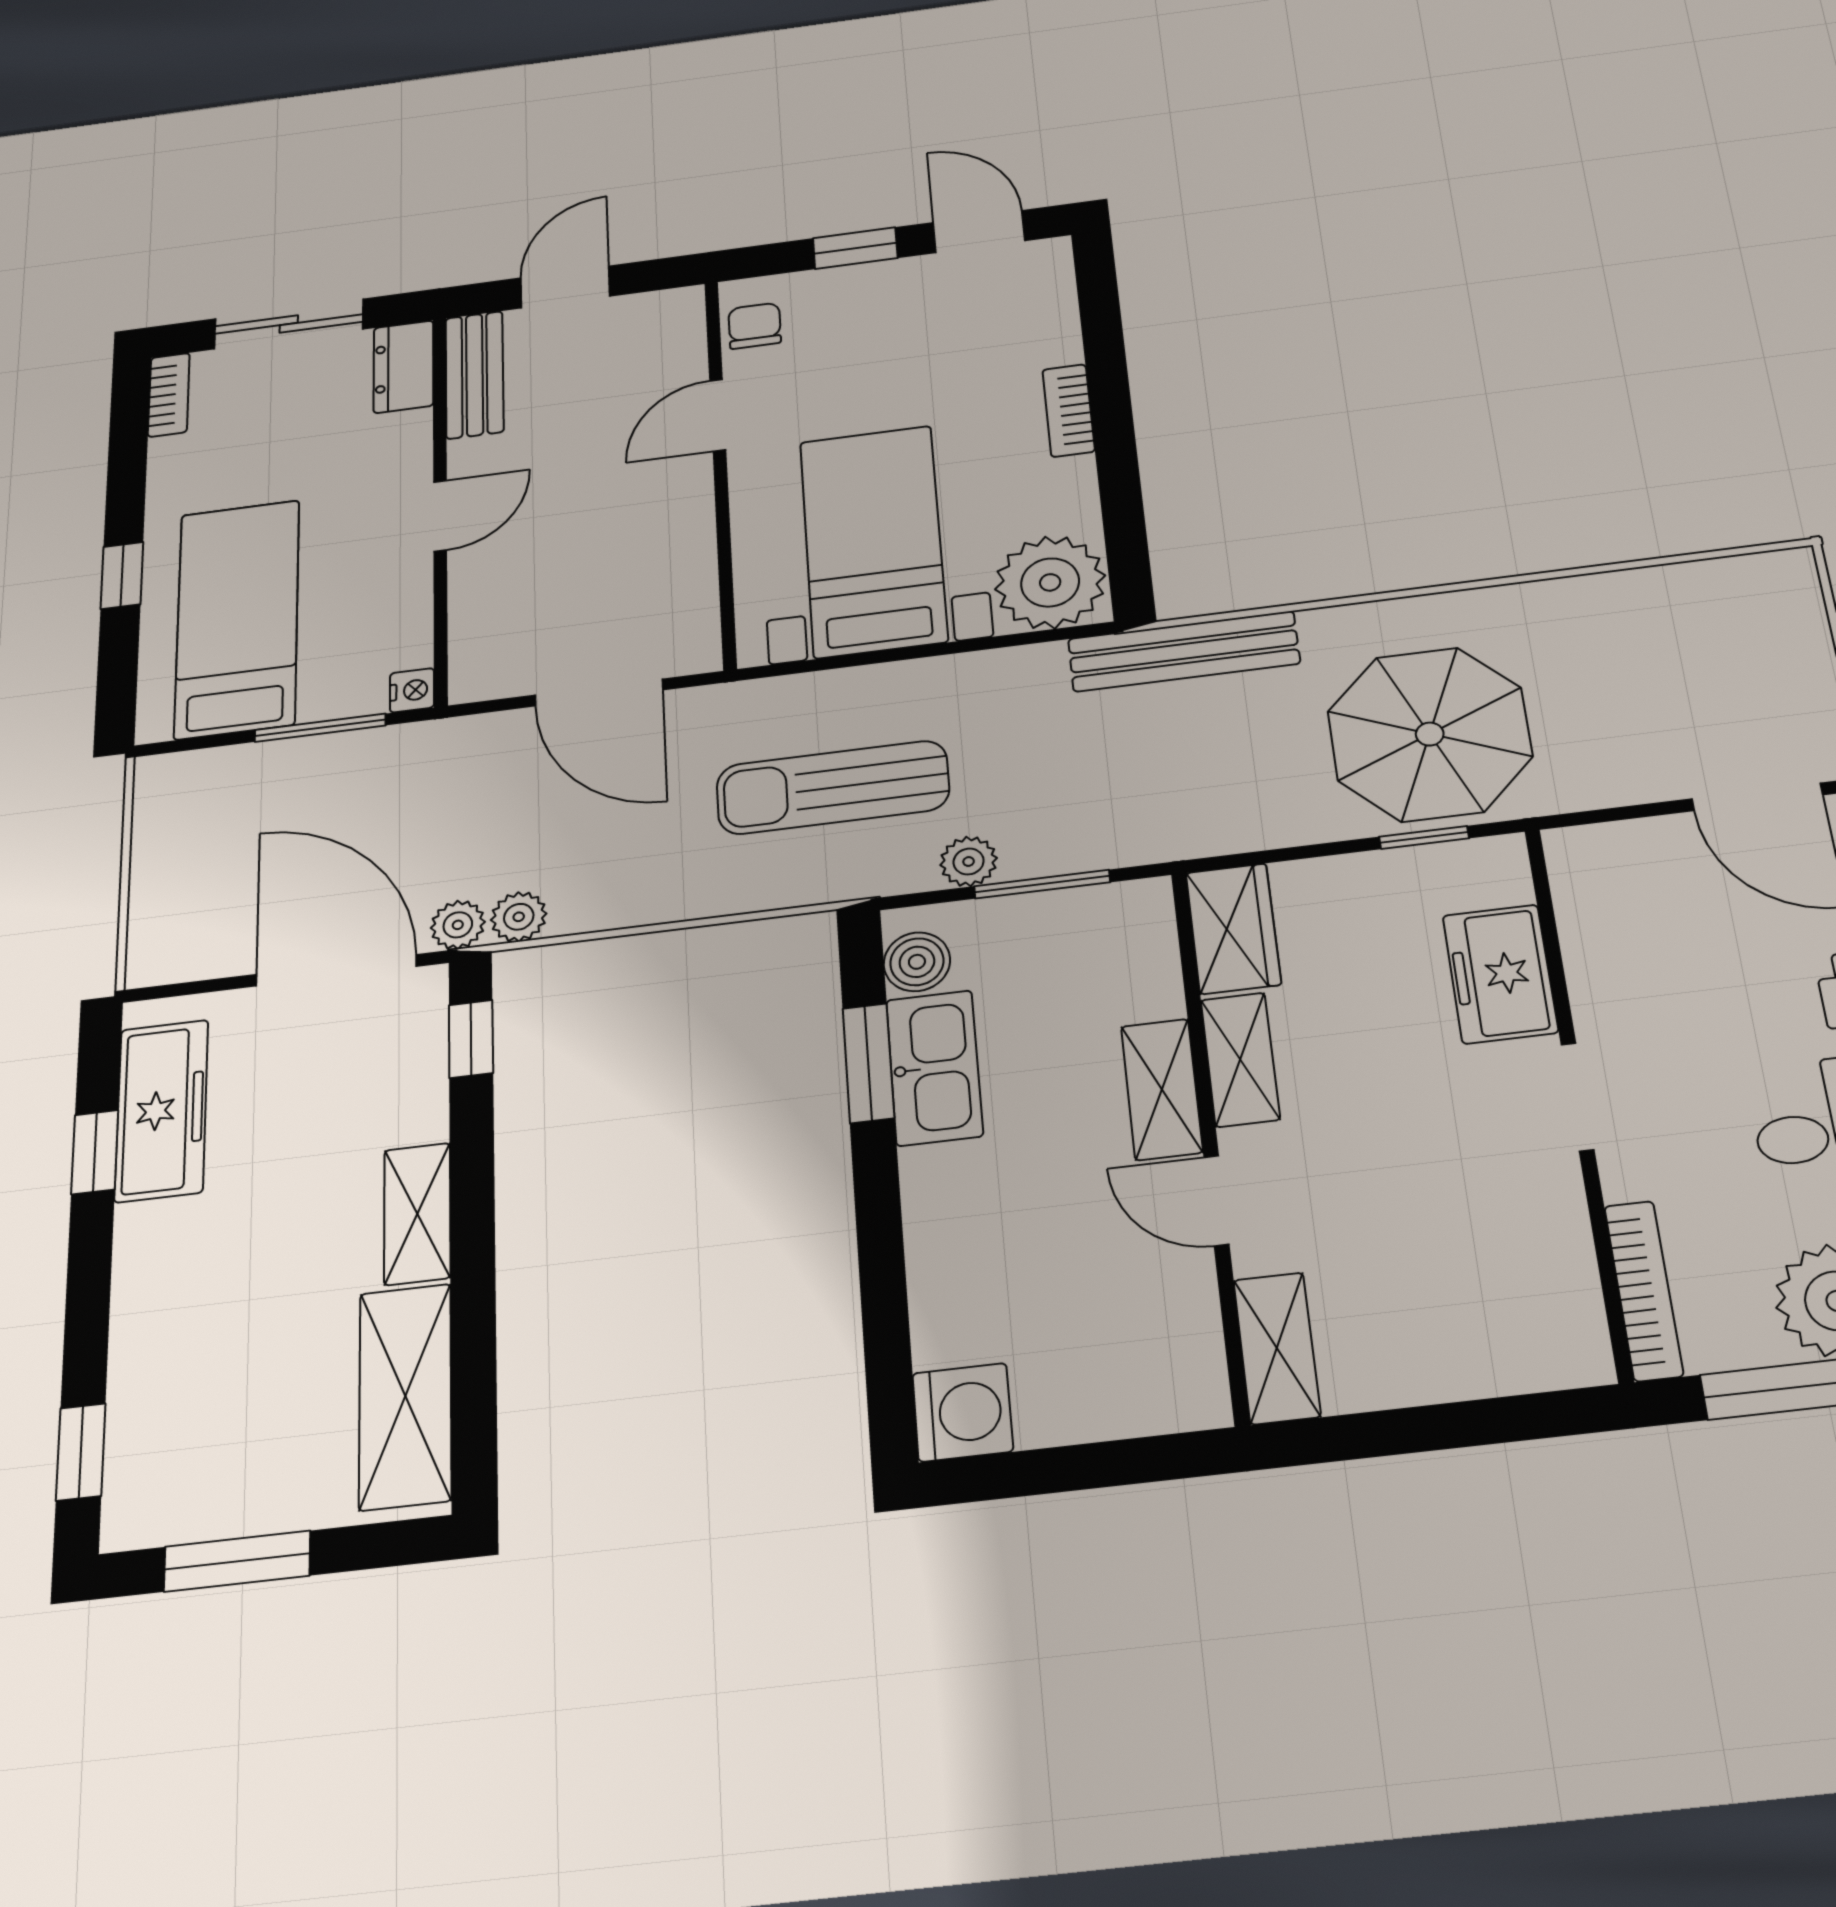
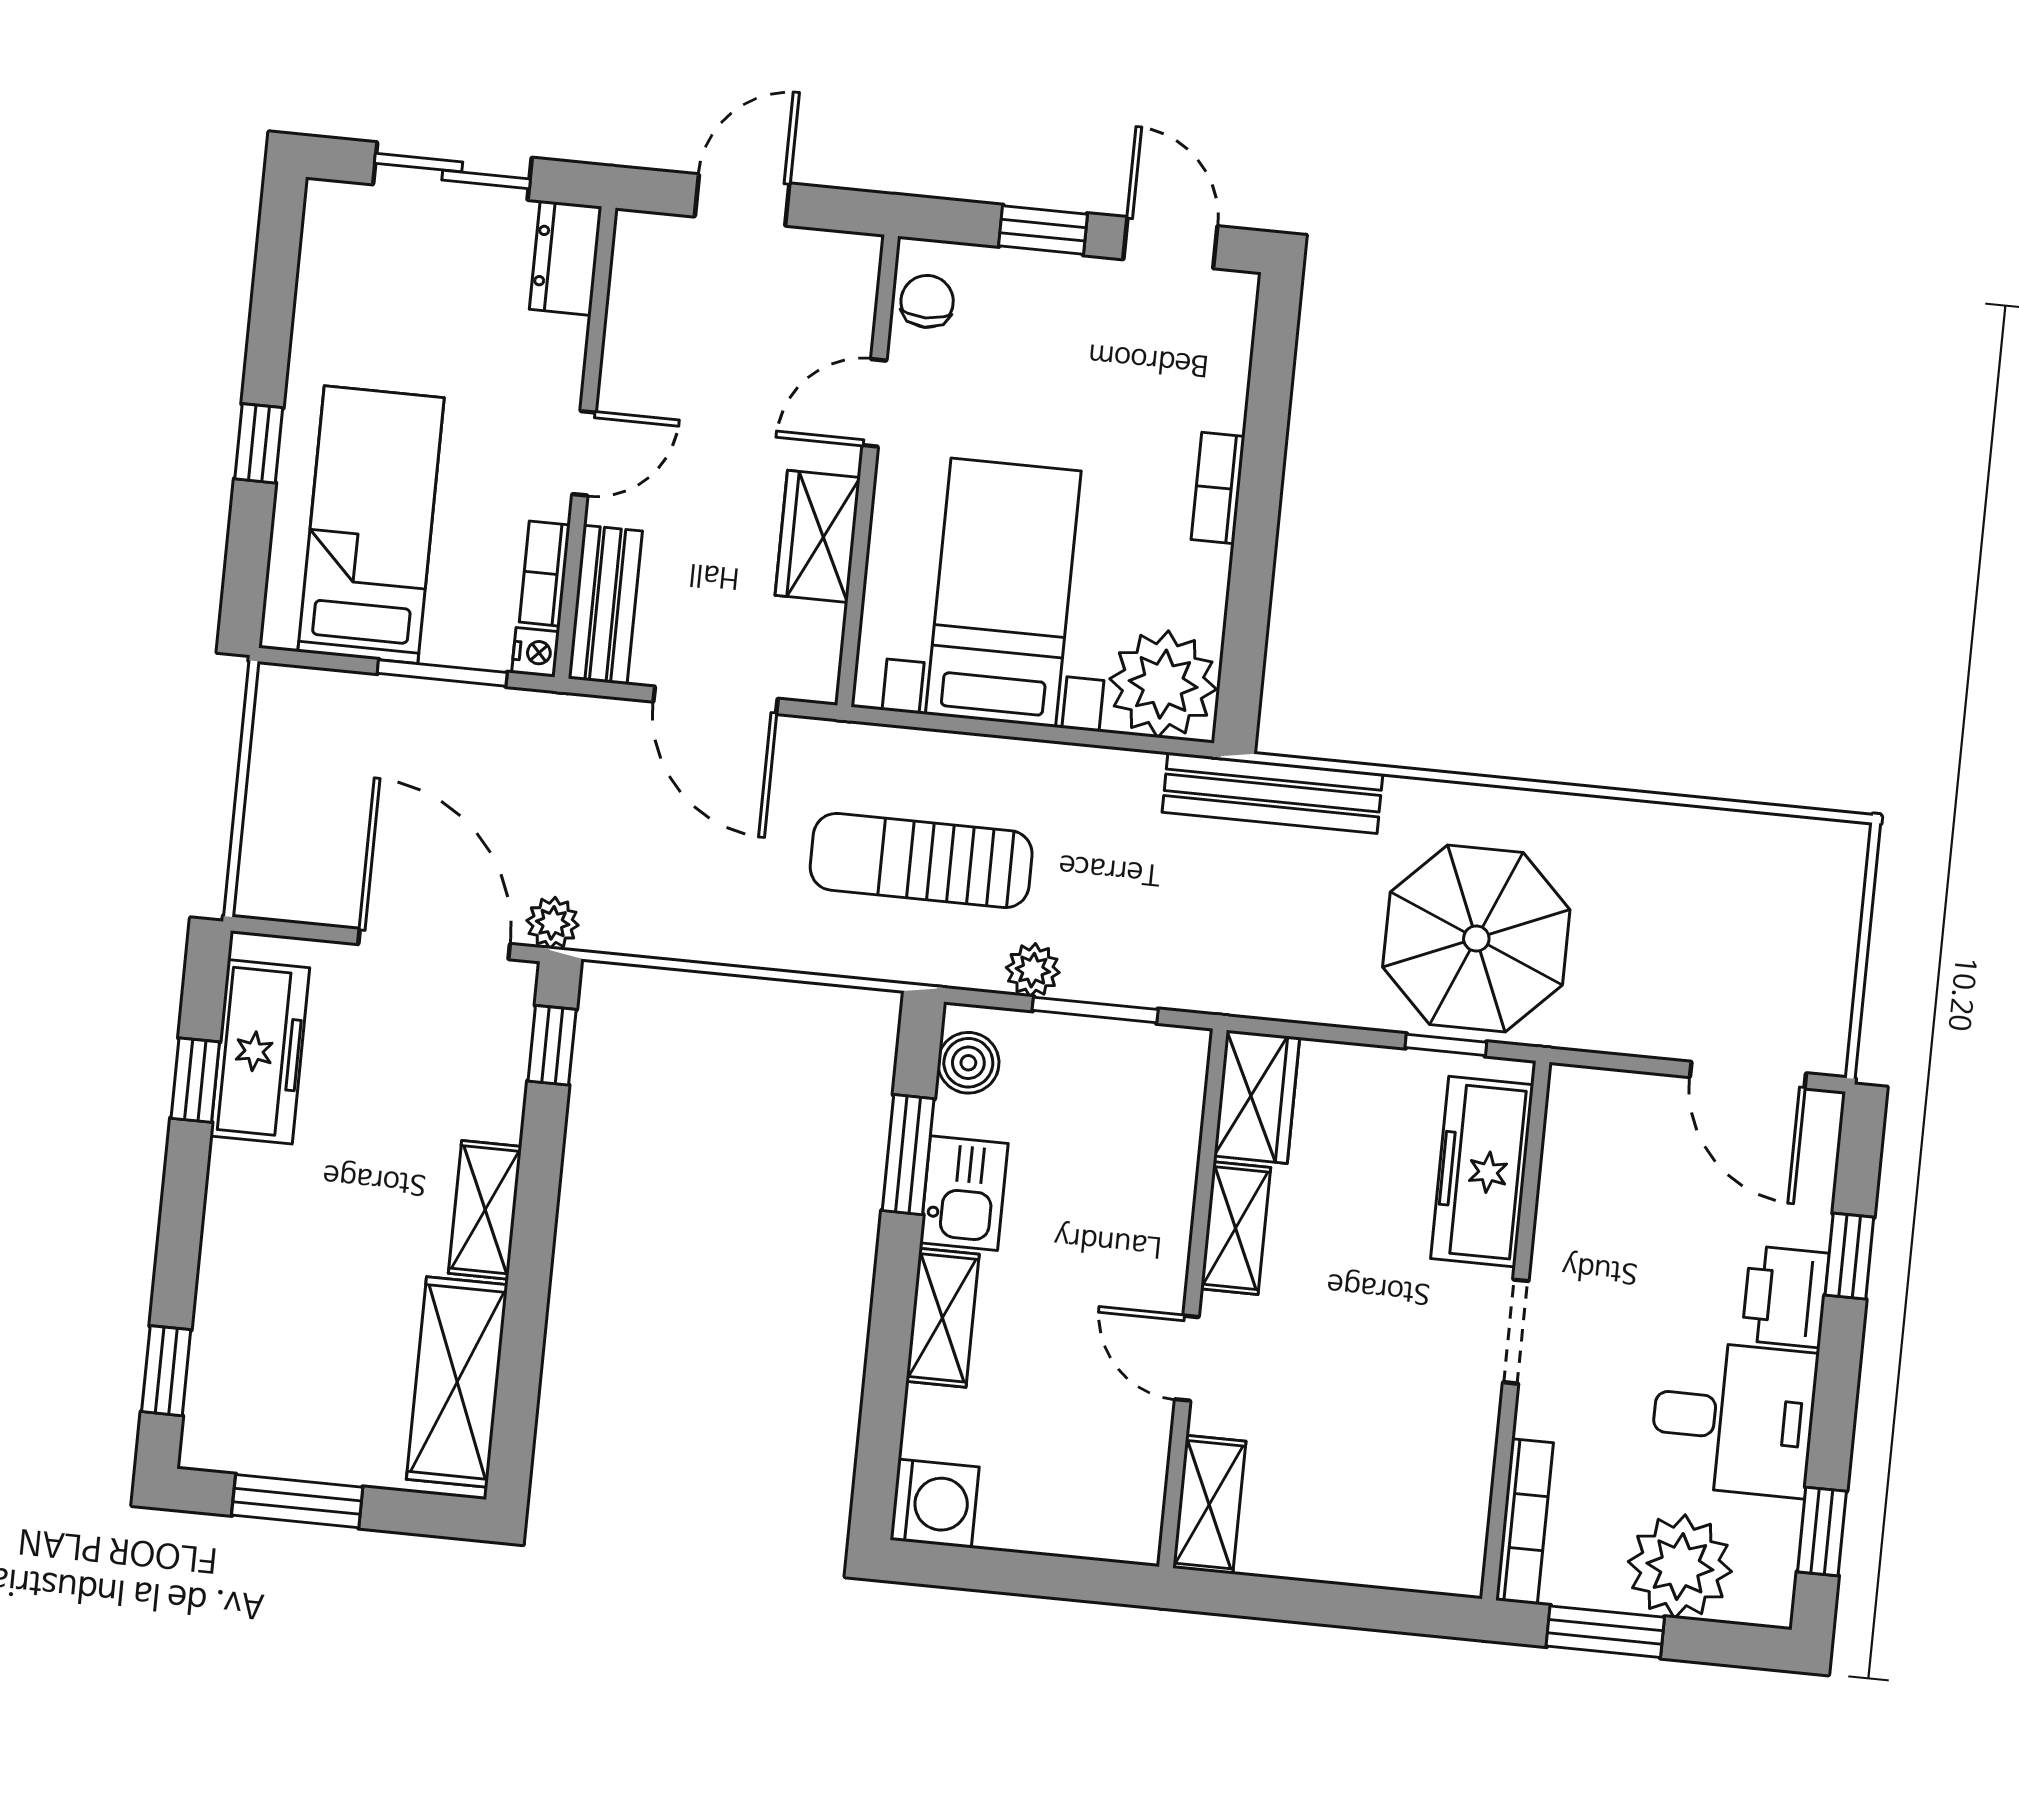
bench: (475, 375) -> (605, 605), moved
bookcase: (169, 395) -> (545, 574), moved, turned 180
wardrobe: (680, 534) -> (818, 536), added
plant: (519, 917) -> (610, 928), removed
freezer: (1500, 974) -> (1482, 1172), width x1.40
kitchen sink: (934, 1068) -> (964, 1193), width x0.73
shelving: (1162, 1089) -> (943, 1318), moved

